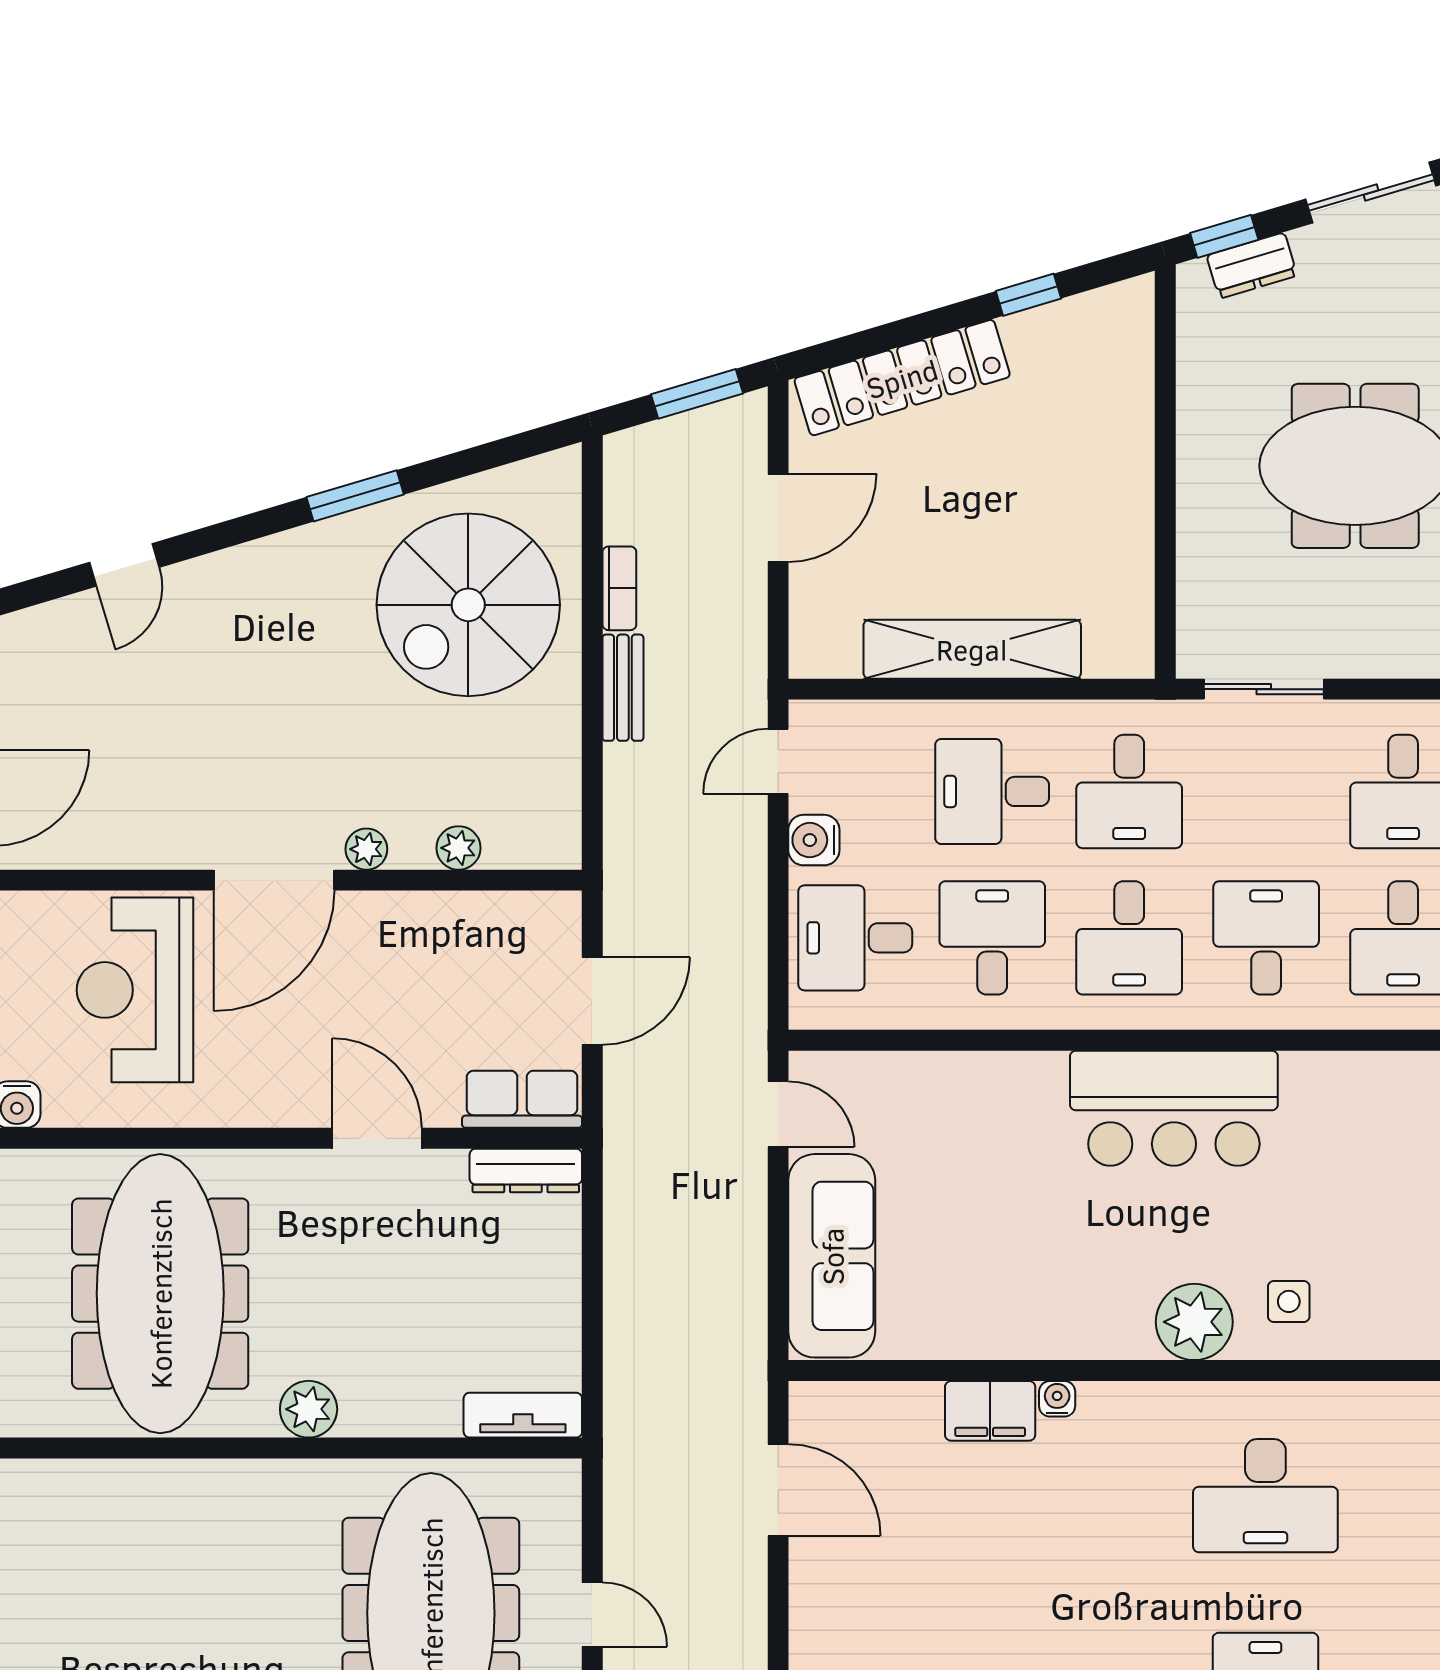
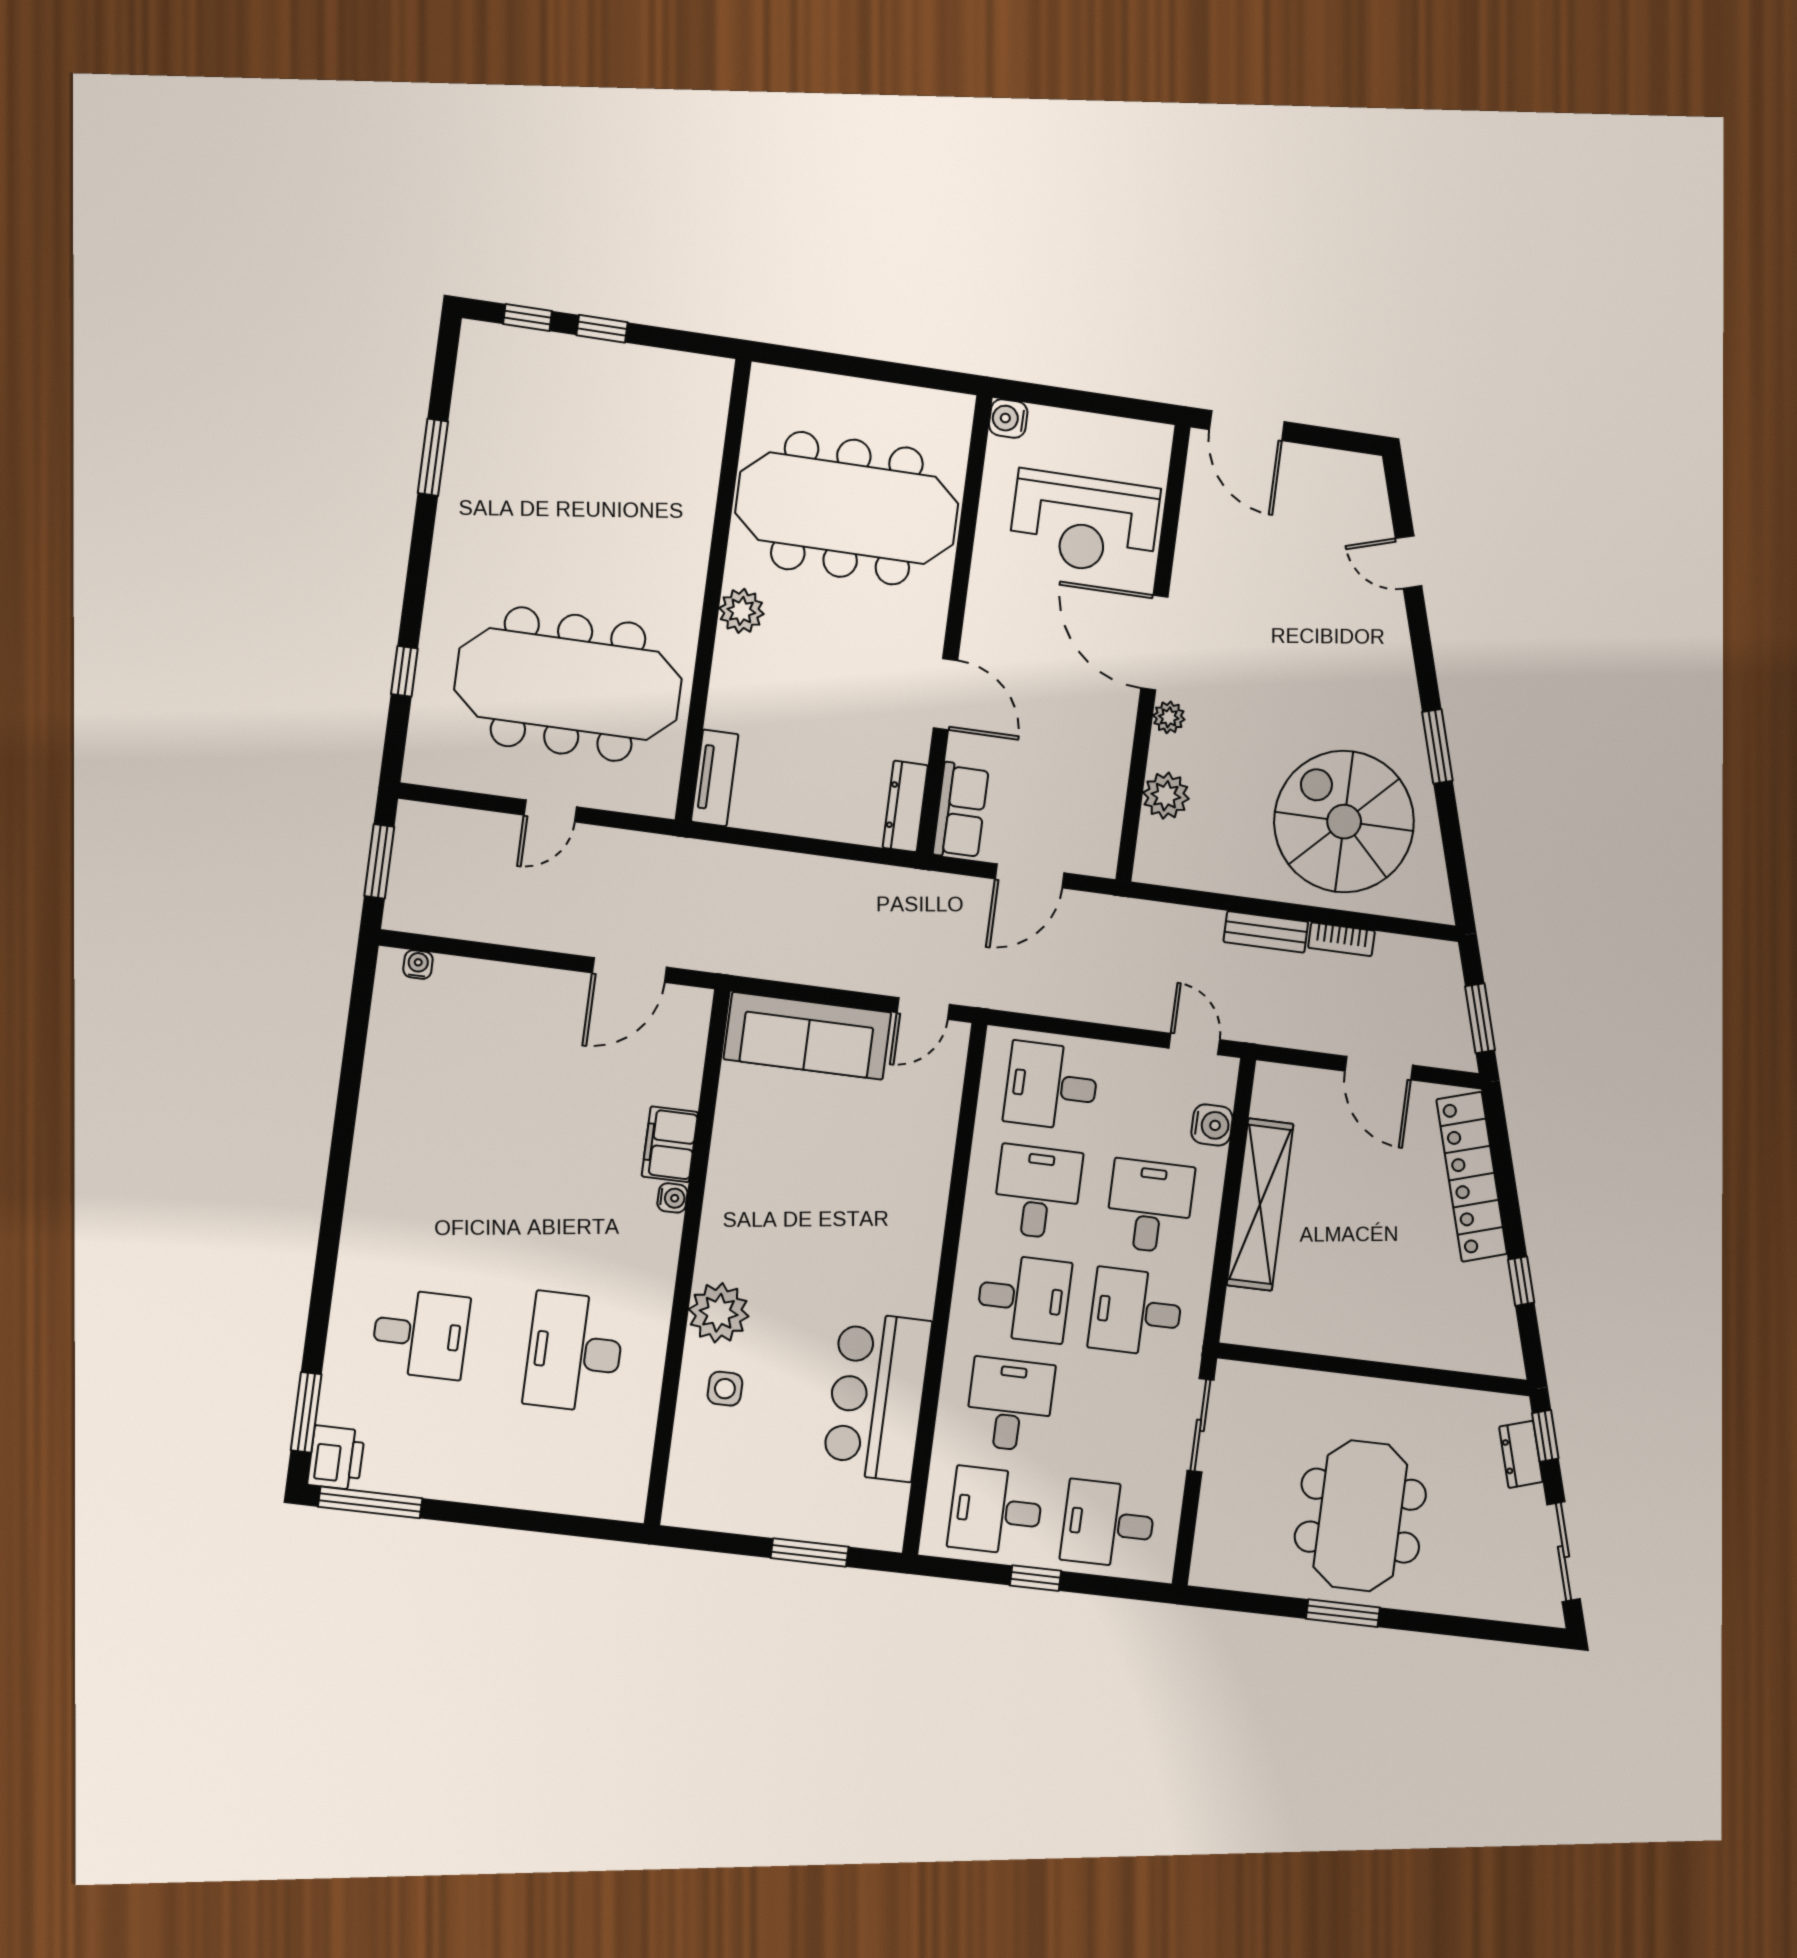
water cooler: (814, 840) -> (1212, 1125), moved, turned 90
plant: (458, 848) -> (1166, 796), width x1.38, depth x1.38
desk: (855, 938) -> (1051, 1086), turned -90
desk: (992, 938) -> (1038, 1192), turned -90
desk: (1129, 938) -> (1024, 1298), turned 180
desk: (1266, 938) -> (1010, 1405), turned -90
reception desk: (135, 990) -> (1084, 523), turned 180
door: (592, 1001) -> (1030, 876), hinge flipped
bar counter: (1174, 1108) -> (877, 1397), moved
door: (377, 1138) -> (945, 694), hinge flipped

